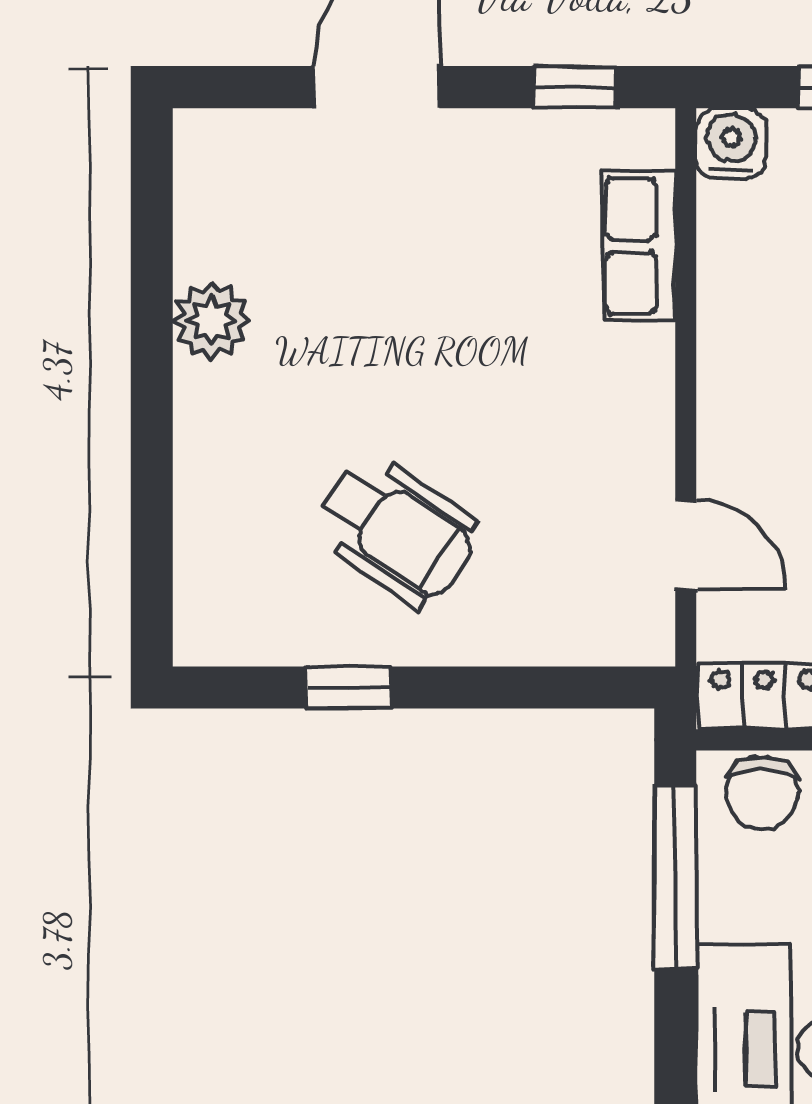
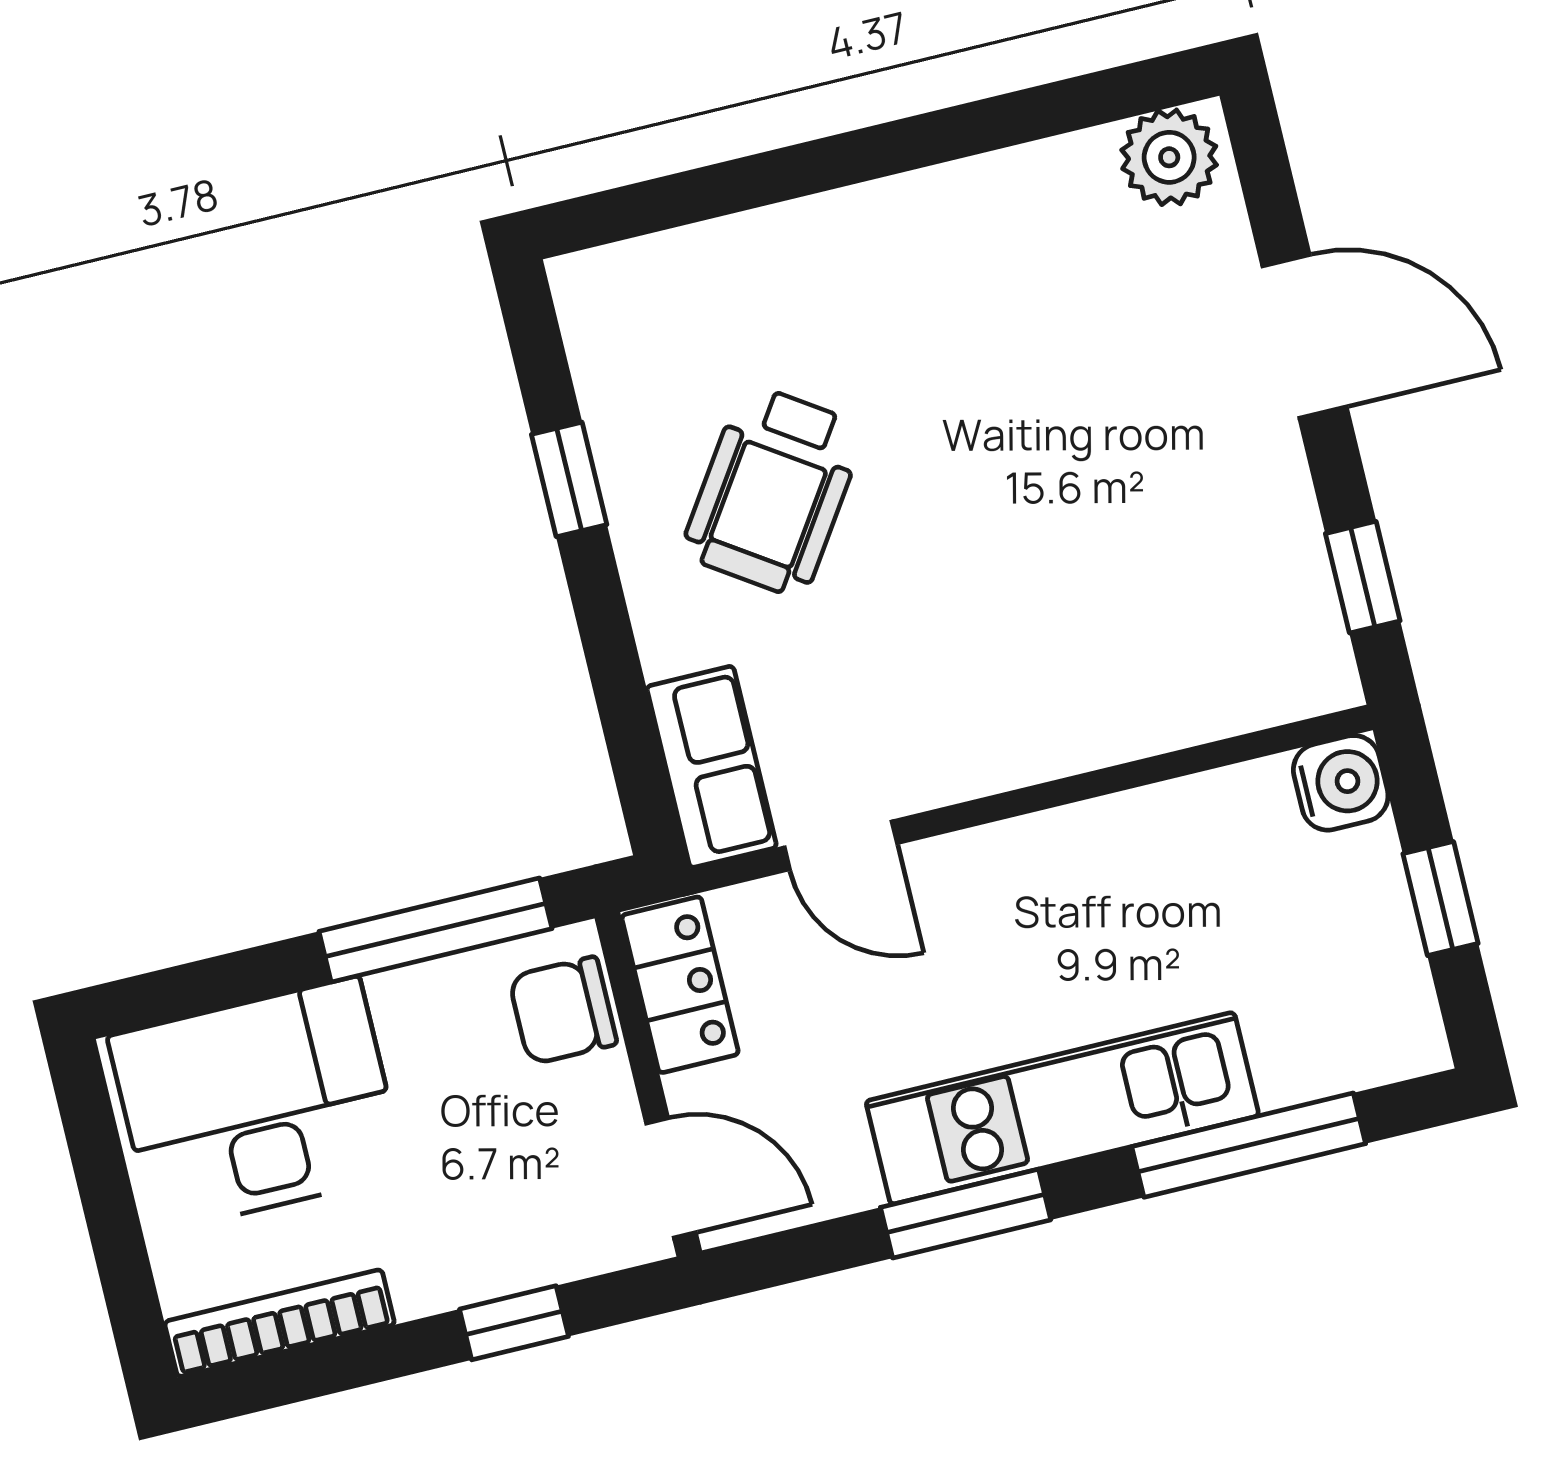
row of seats: (639, 246) -> (712, 767), moved, turned 90
plant: (211, 321) -> (1169, 157), moved
door: (686, 545) -> (841, 845), hinge flipped

